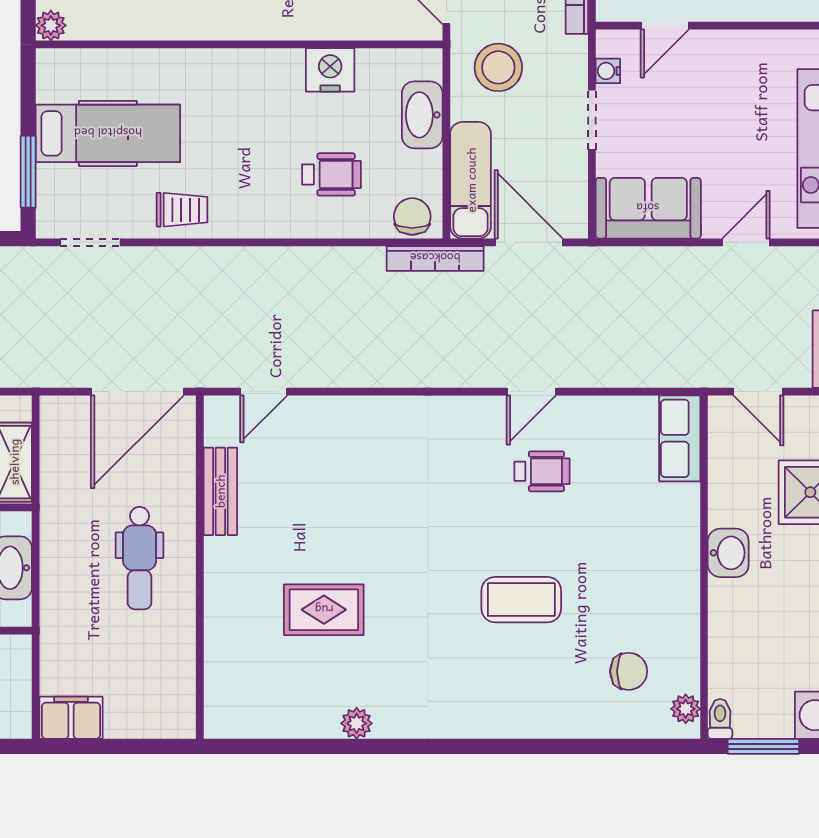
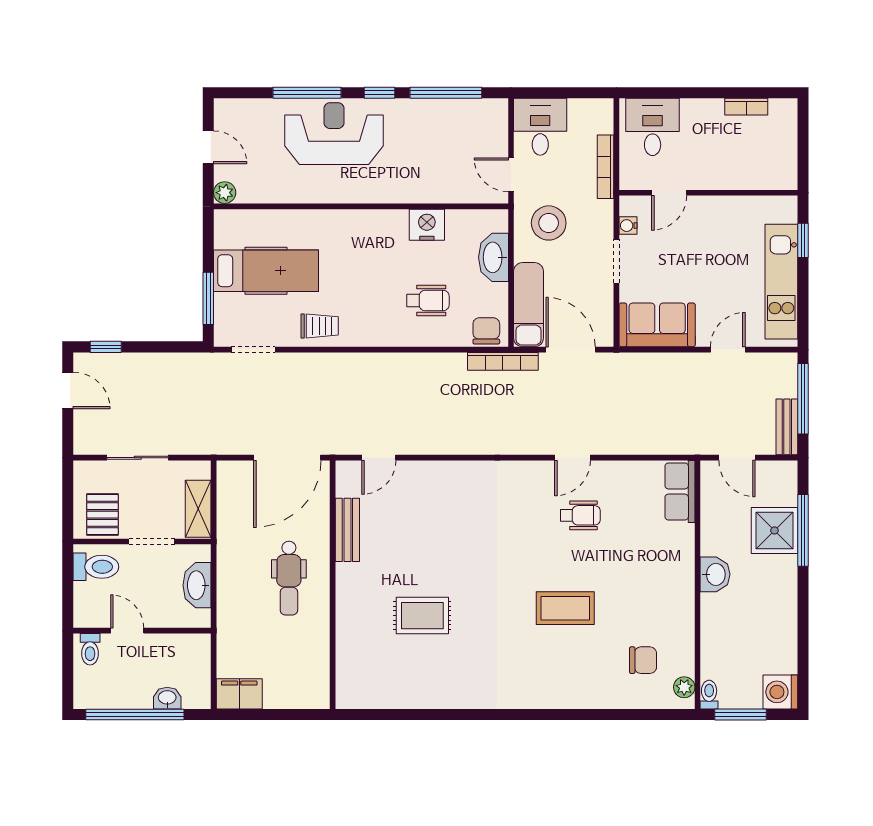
plant: (357, 723) -> (446, 698), removed

